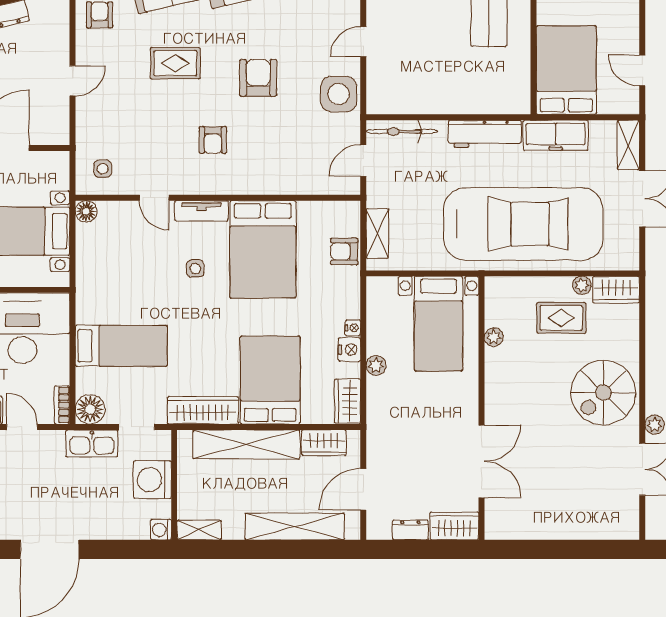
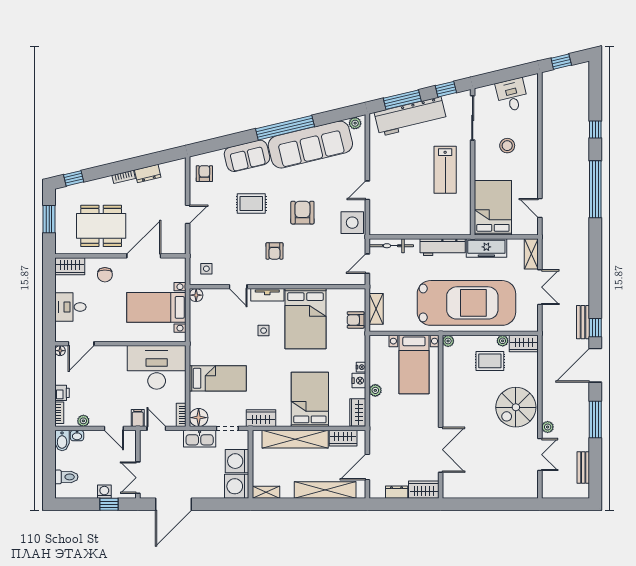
plant: (494, 337) -> (448, 341), moved
wardrobe: (203, 410) -> (261, 418), width x0.67
washing machine: (161, 530) -> (237, 486), width x1.89, depth x1.89

